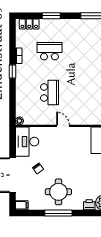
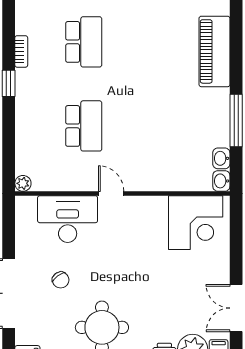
school desk: (49, 51) -> (84, 42), turned 90
desk: (27, 142) -> (68, 219), moved, turned 90

